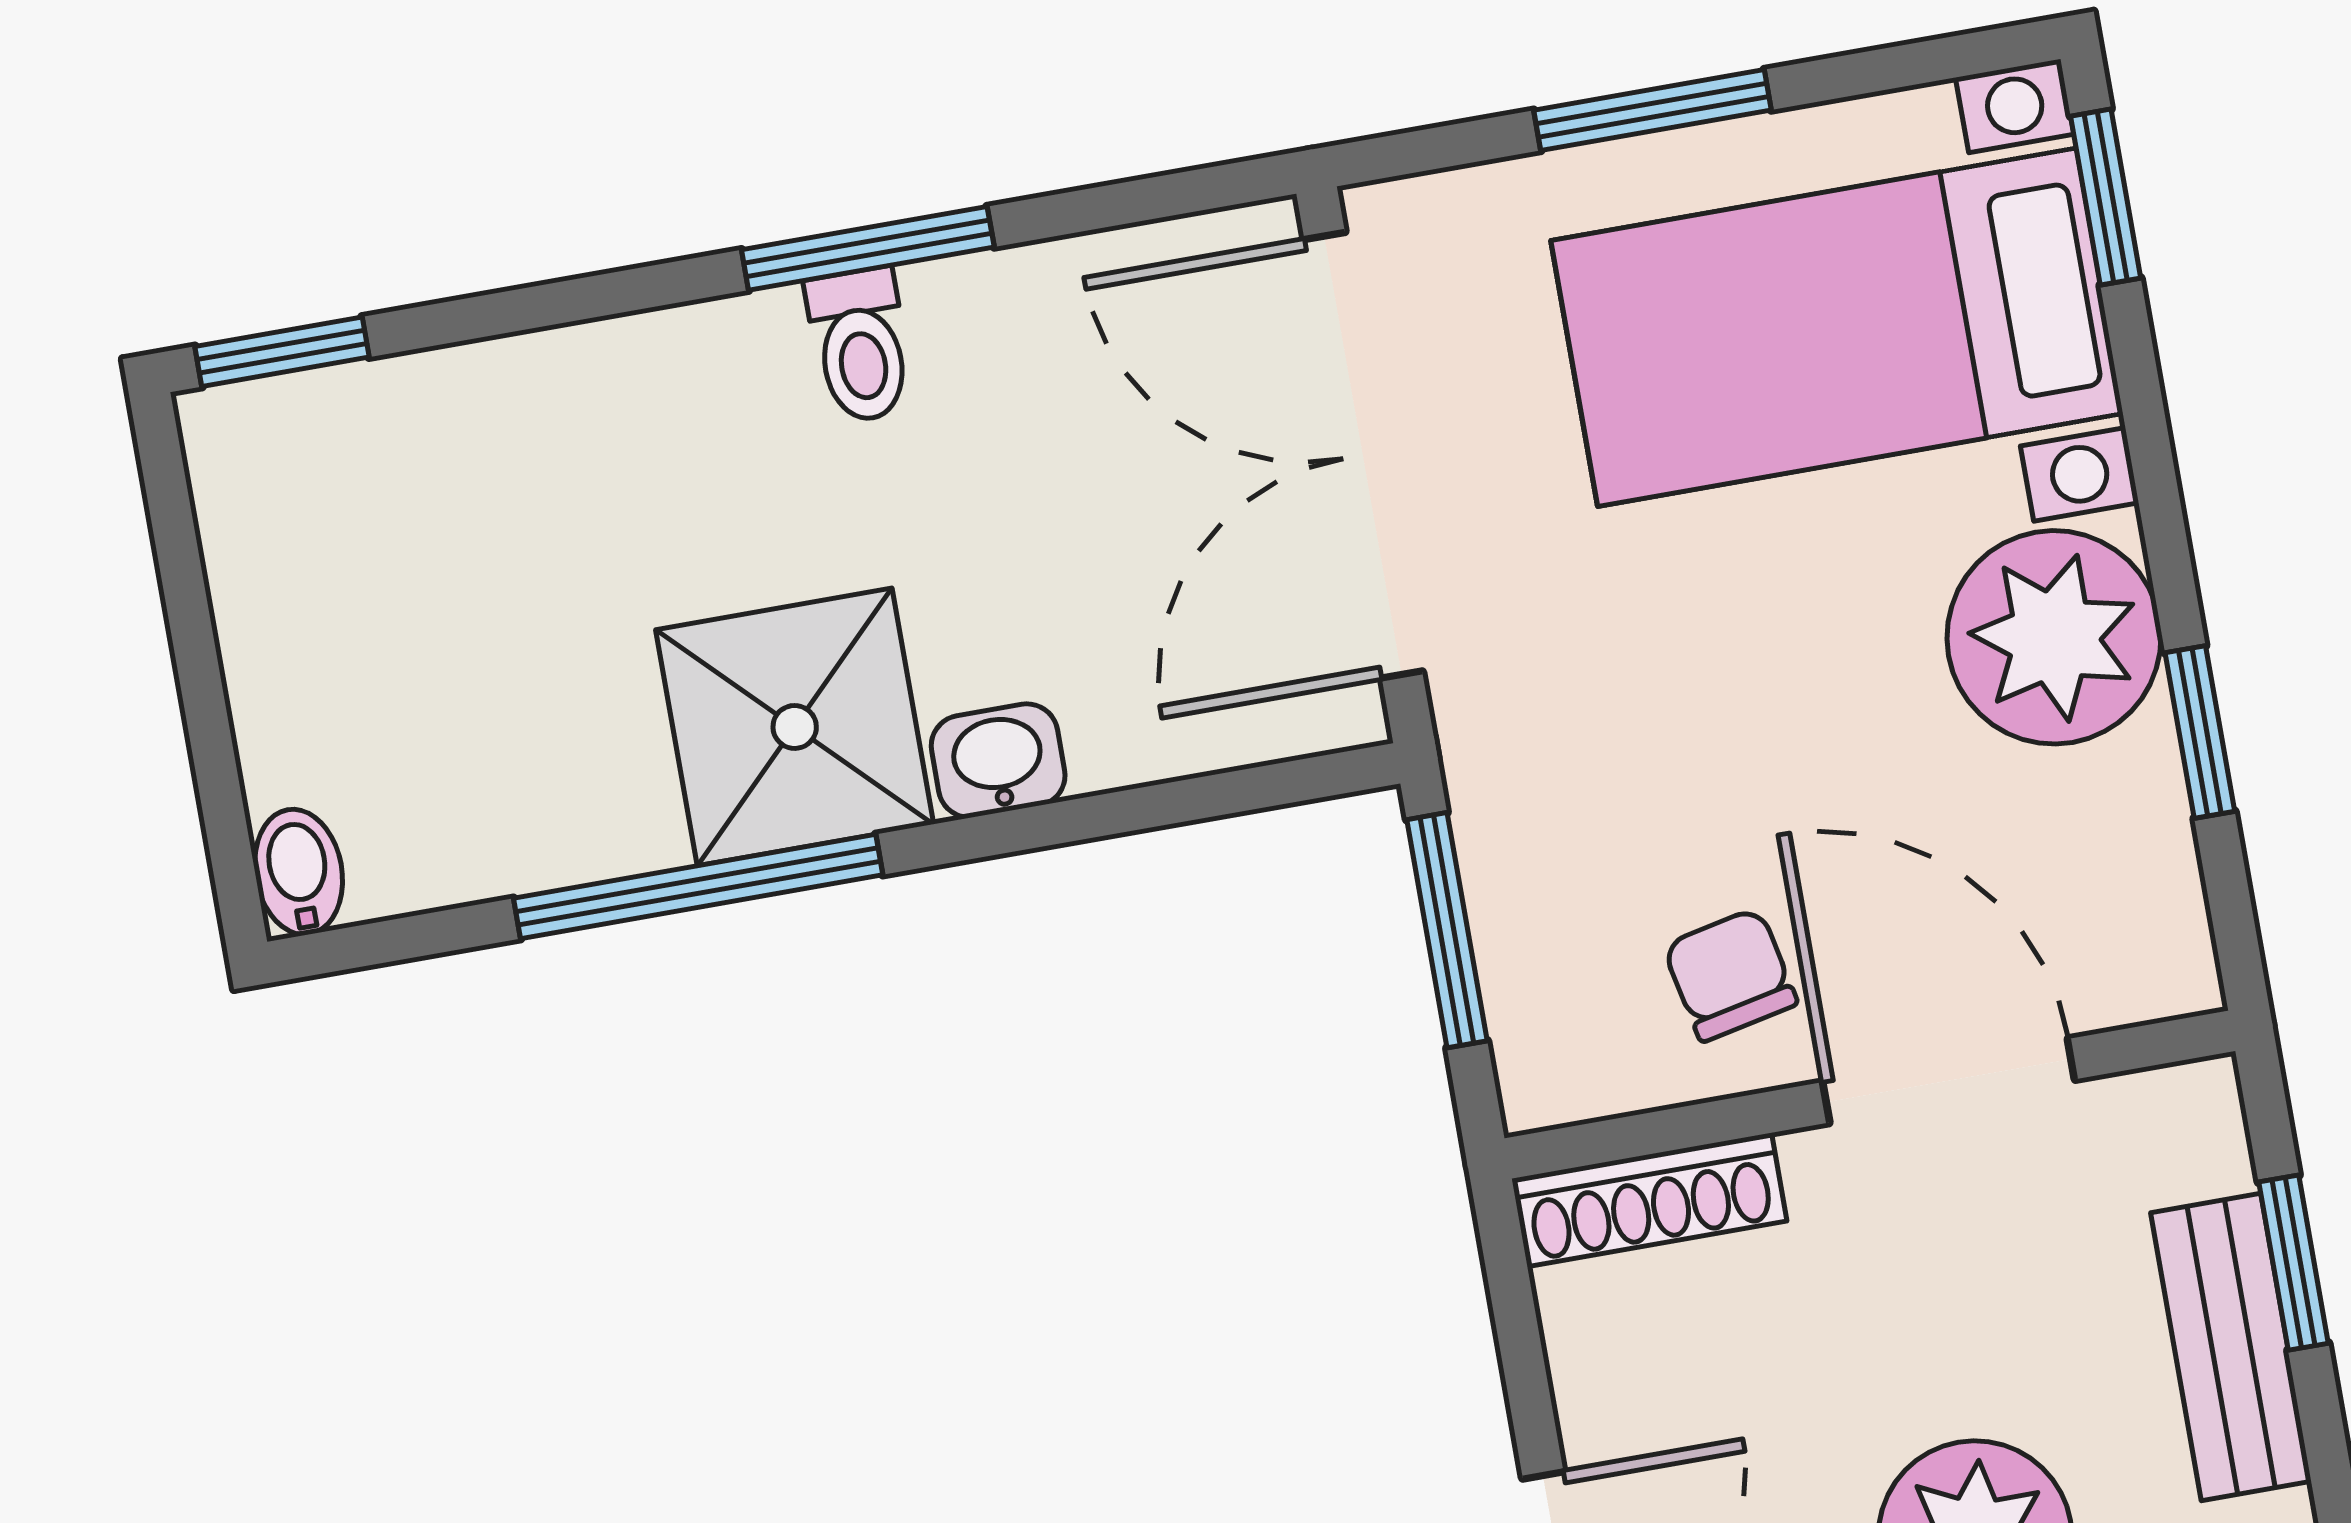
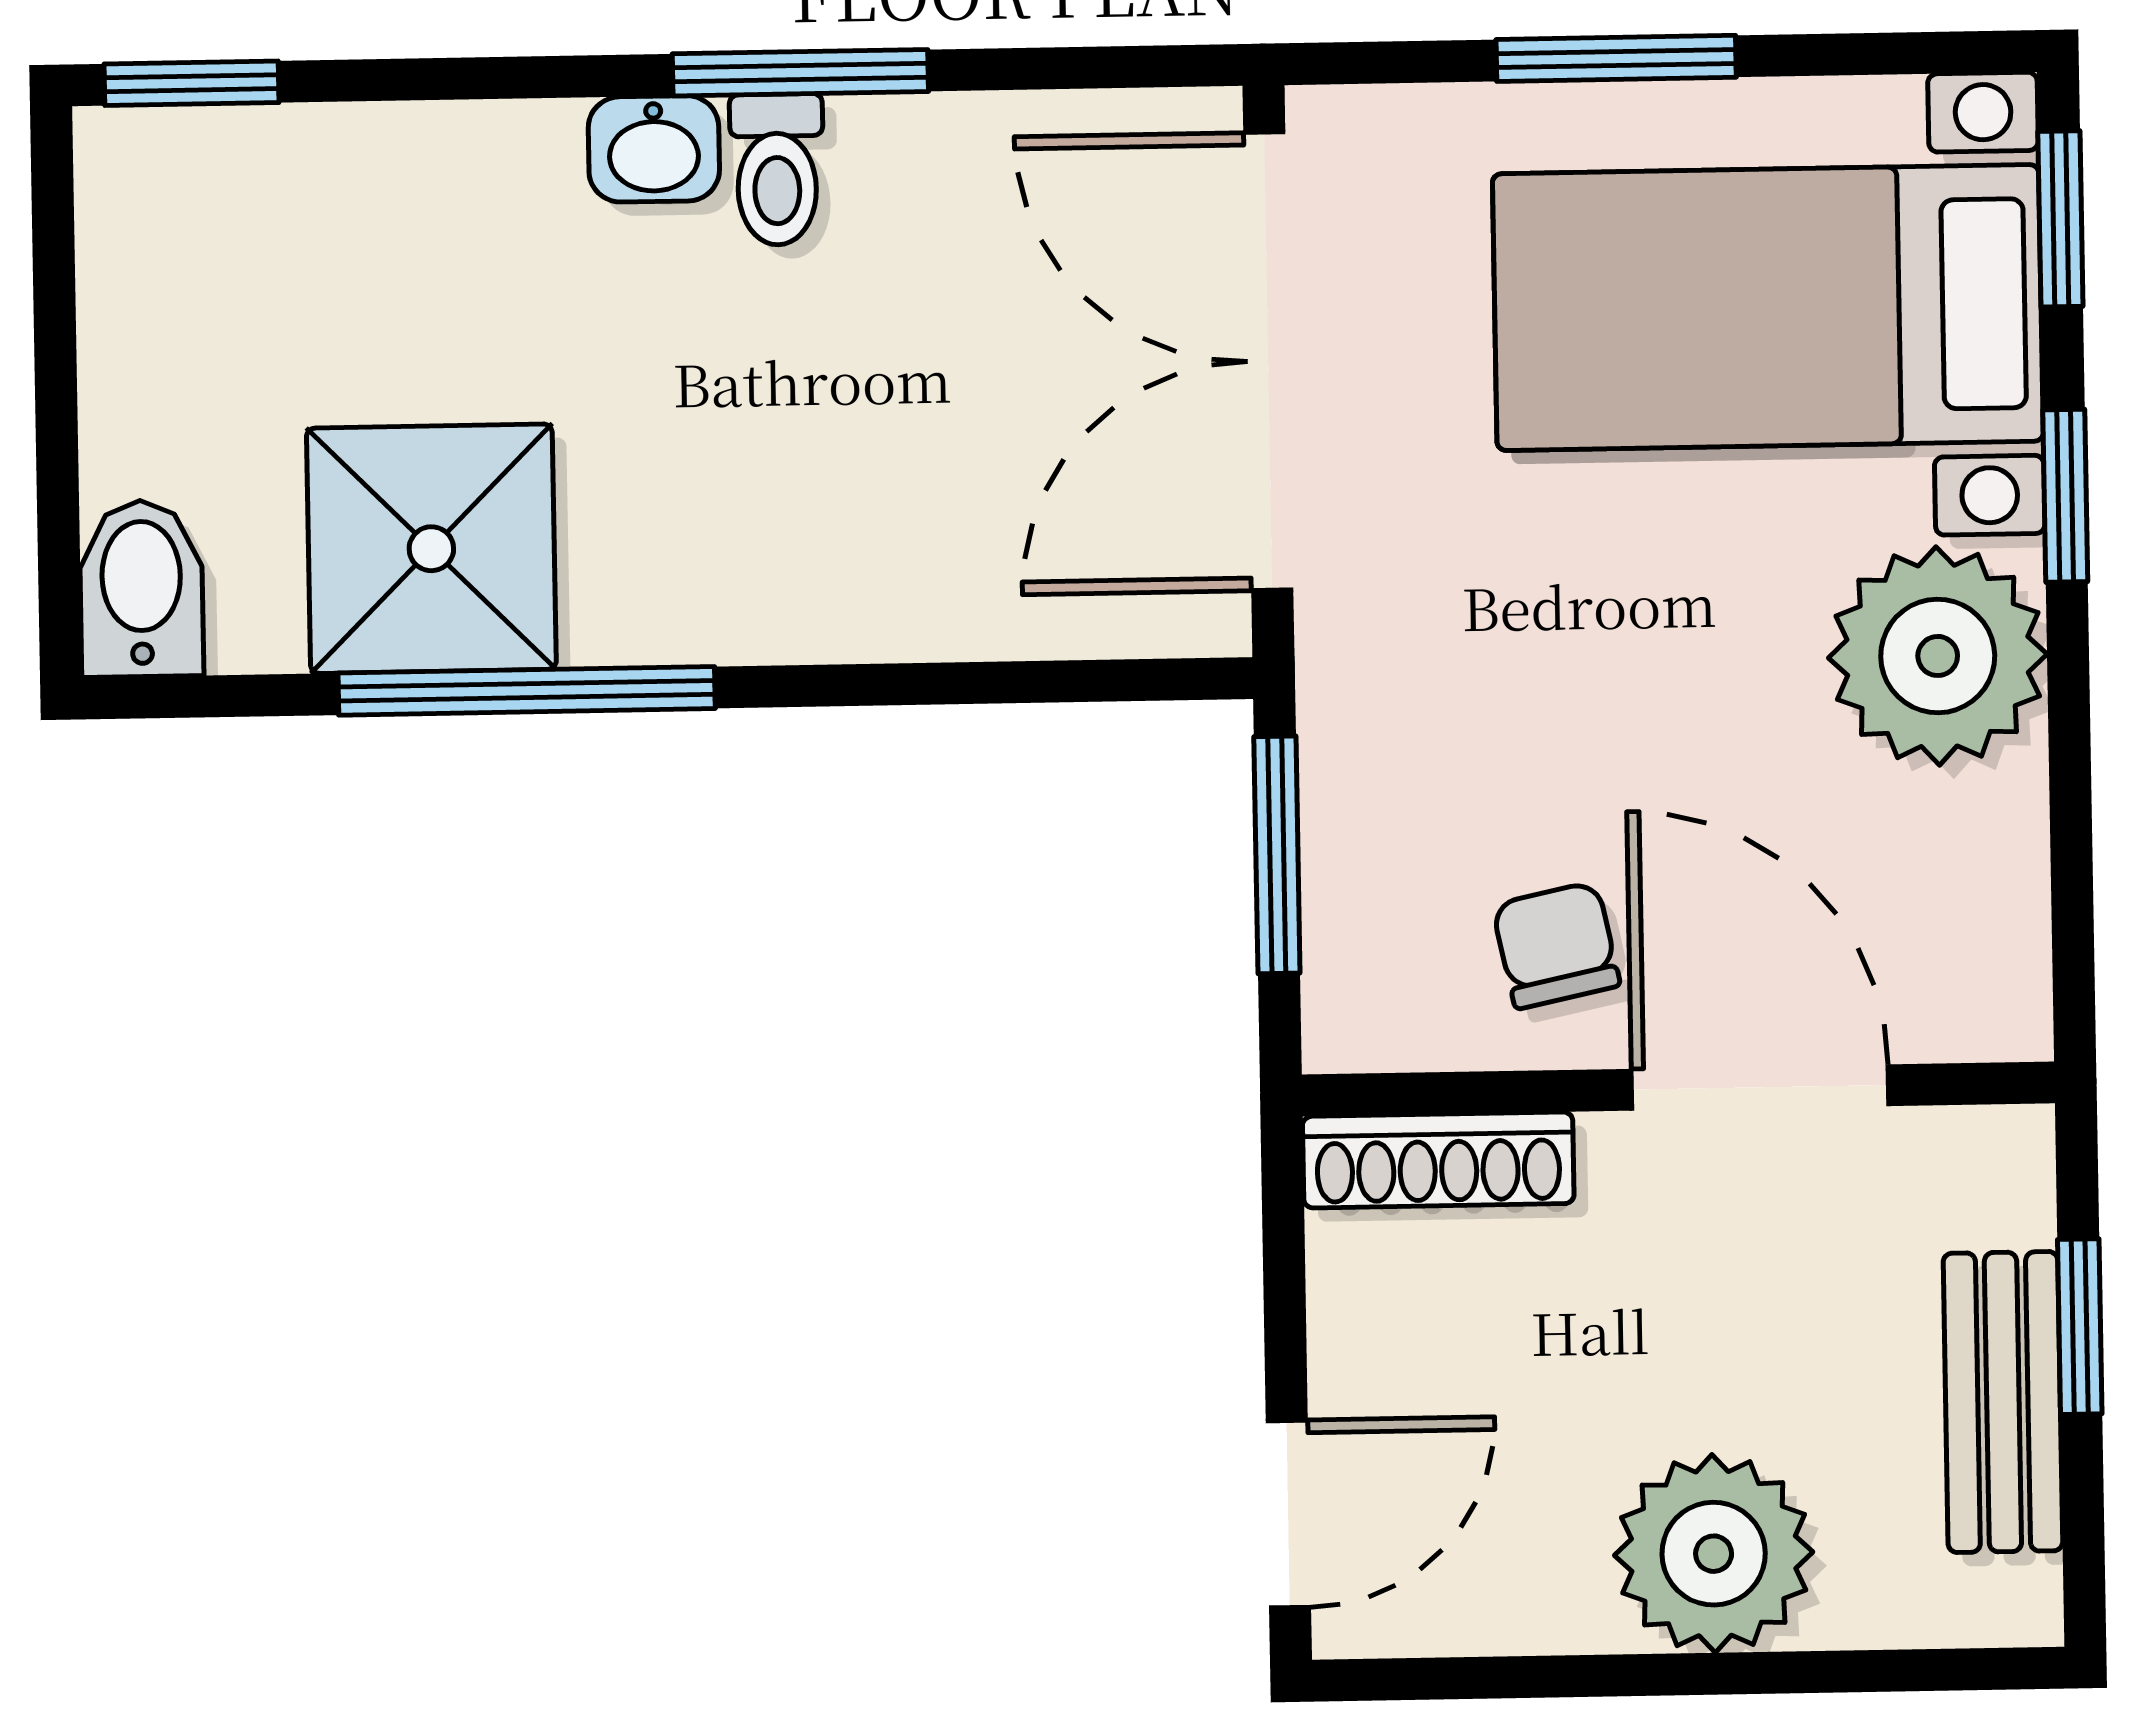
shower: (795, 727) -> (431, 549), moved
window: (2200, 732) -> (2065, 496), moved
washbasin: (998, 761) -> (654, 149), moved, turned 180
bidet: (299, 872) -> (141, 588), width x1.38, depth x1.36

